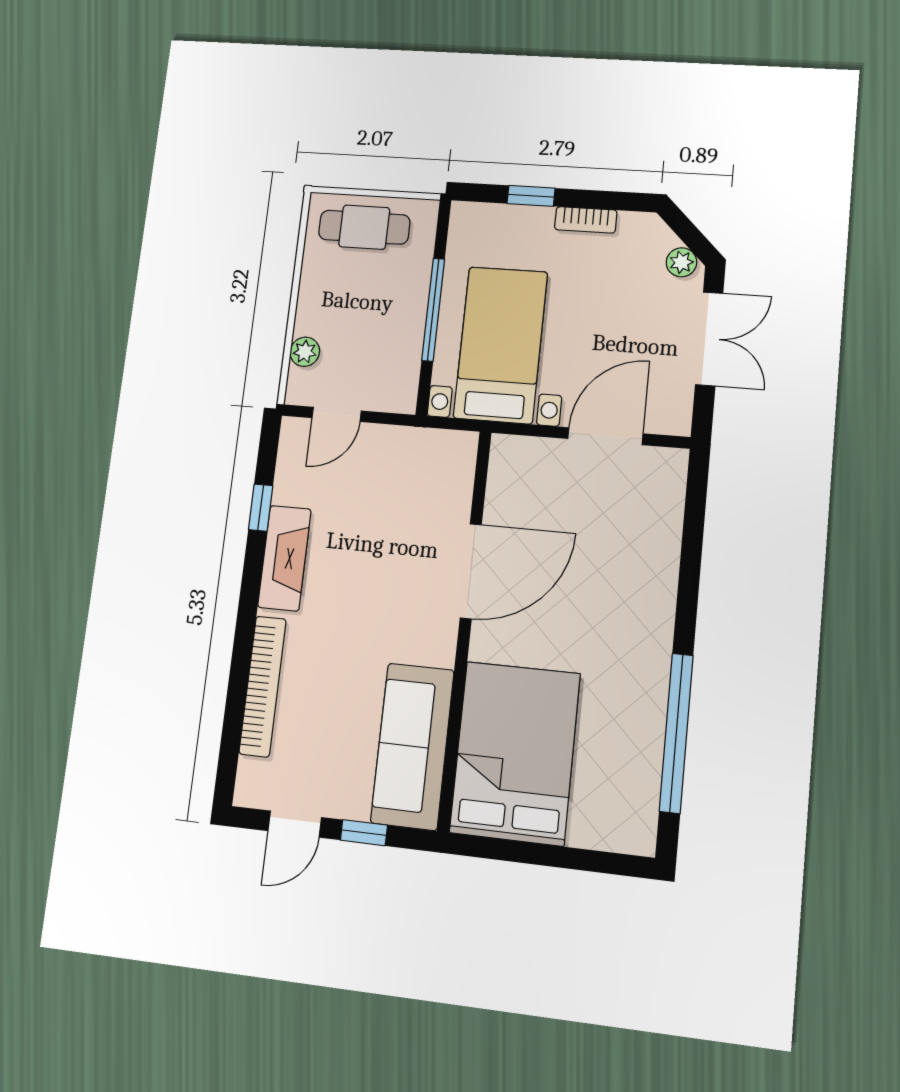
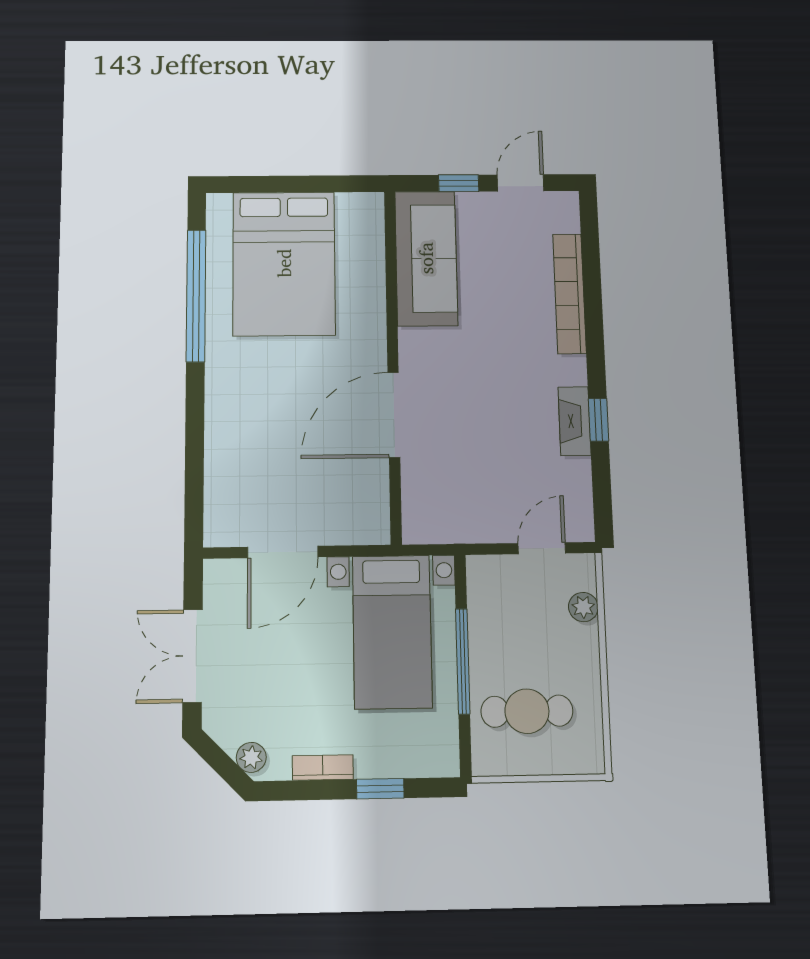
cafe table: (364, 227) -> (527, 711), moved
plant: (681, 262) -> (251, 757), moved
window: (261, 508) -> (598, 420), moved
fireplace: (284, 558) -> (574, 421), width x0.73, depth x0.76
bed: (515, 753) -> (284, 263), moved

